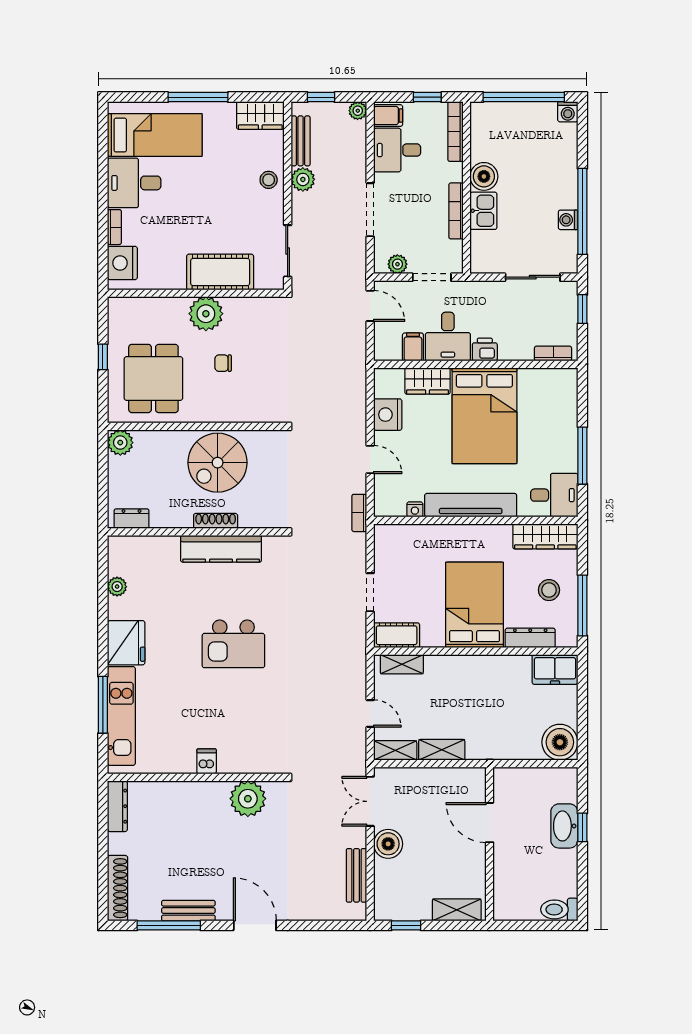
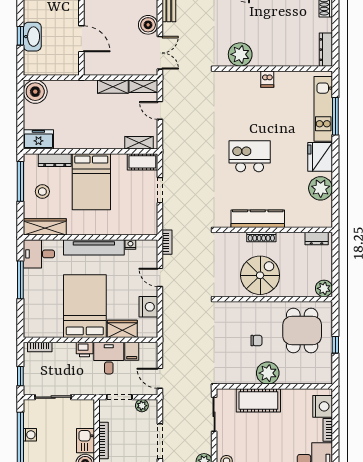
plant: (117, 587) -> (321, 188), width x1.87, depth x1.87

